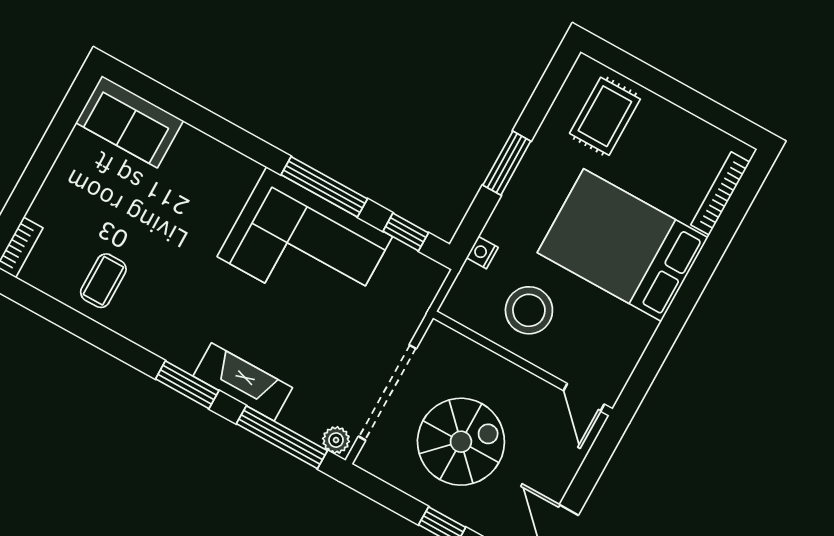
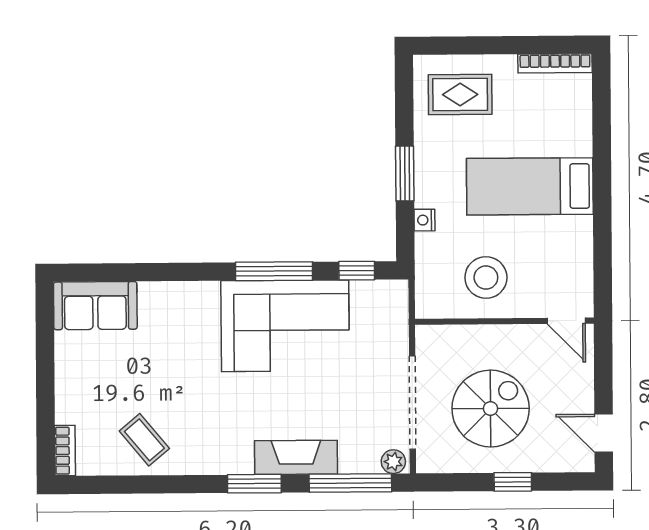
rug: (605, 116) -> (460, 94), turned 90
bookcase: (720, 193) -> (555, 63), moved, turned -90
bed: (623, 245) -> (530, 186), width x0.67
nightstand: (482, 253) -> (424, 220), moved
coffee table: (103, 281) -> (144, 440), turned -40

